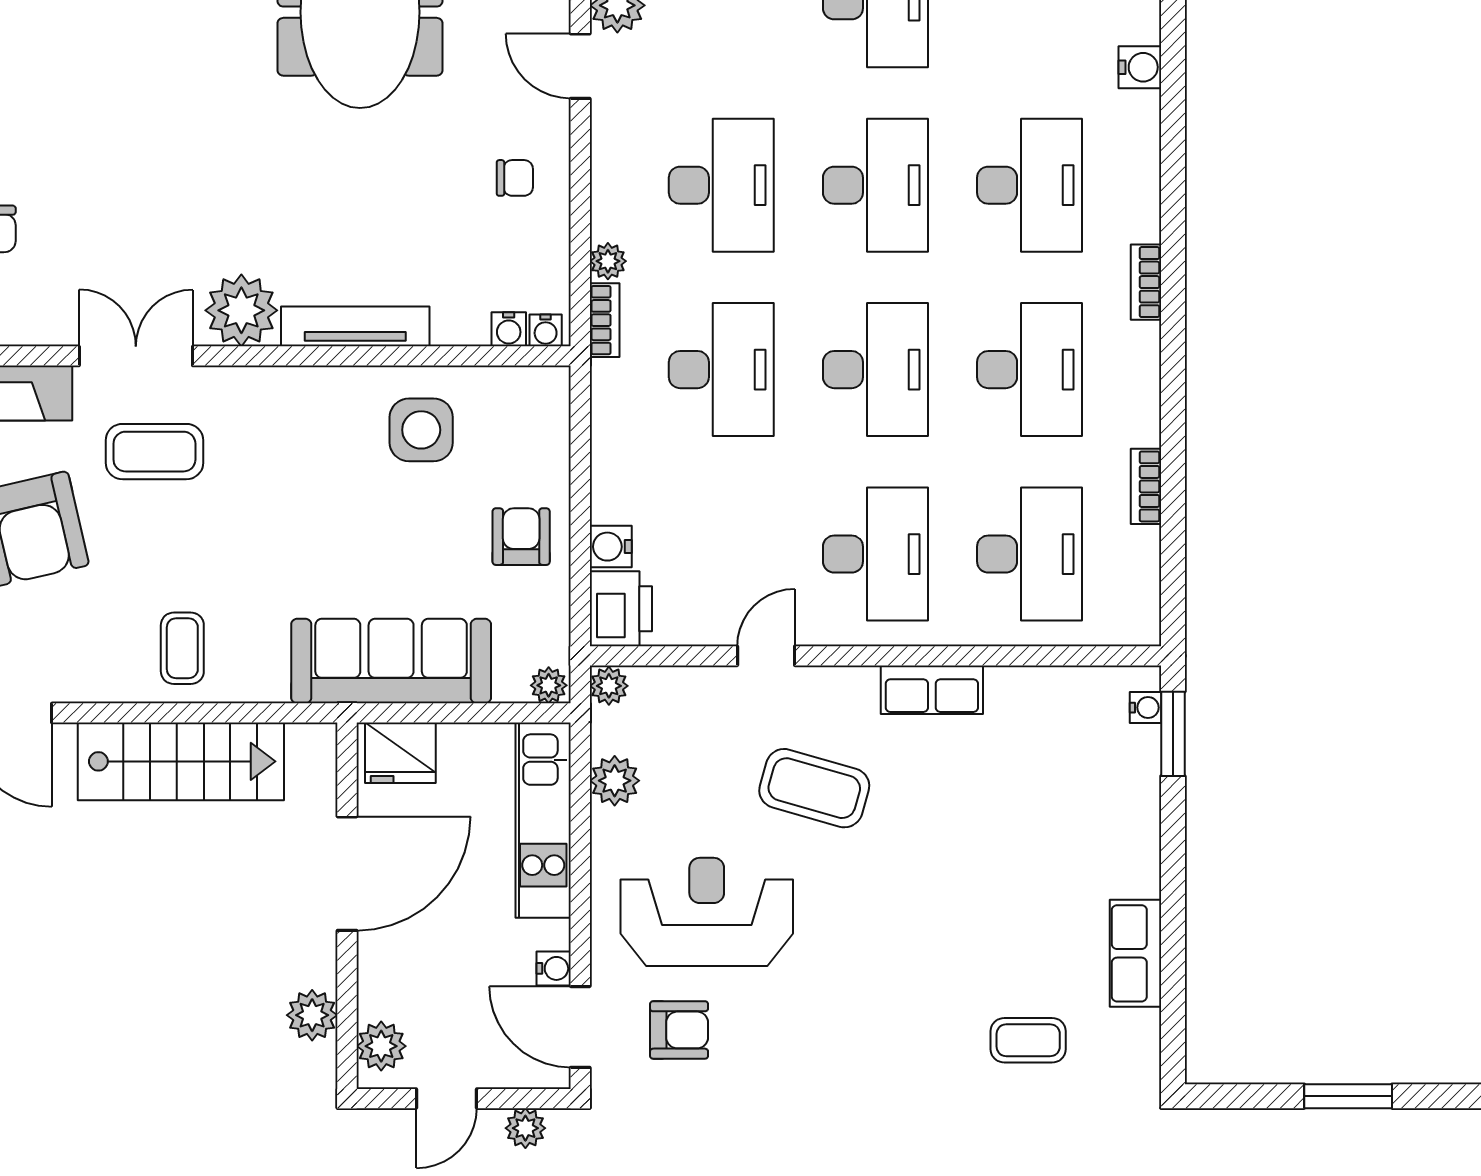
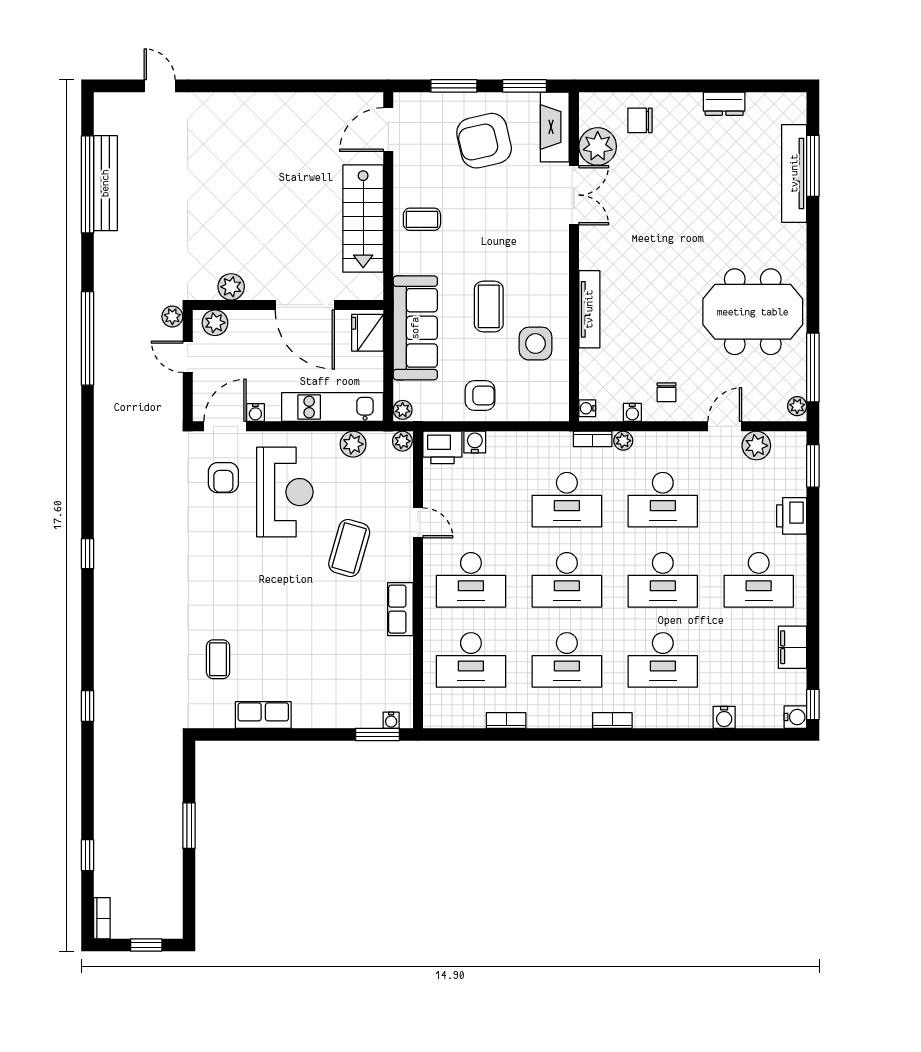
plant: (241, 310) -> (598, 146), moved
water cooler: (509, 329) -> (632, 412), moved, turned -90
coffee table: (154, 452) -> (489, 306), moved
plant: (525, 1128) -> (172, 317), moved

